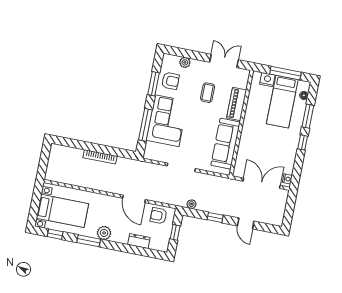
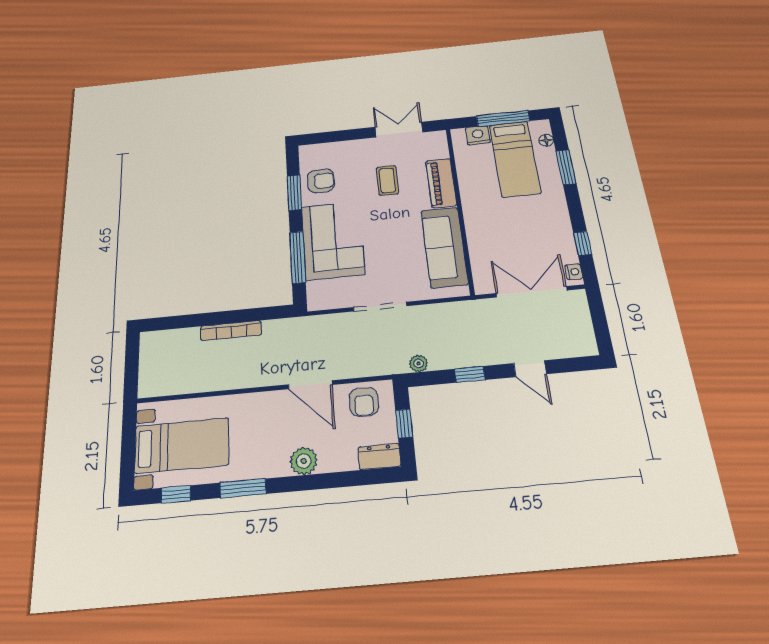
plant: (185, 62) -> (337, 149), removed
window: (303, 142) -> (583, 243), moved
armchair: (158, 216) -> (364, 402), turned -90
plant: (104, 233) -> (304, 461), moved
dresser: (139, 241) -> (379, 457), moved

